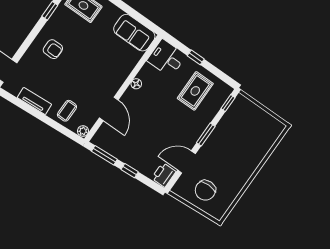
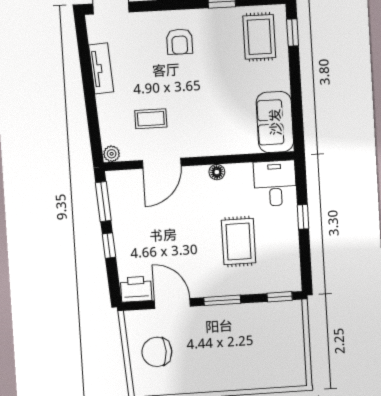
rug: (195, 91) -> (239, 242), moved, turned 90
coffee table: (67, 111) -> (151, 119), moved

